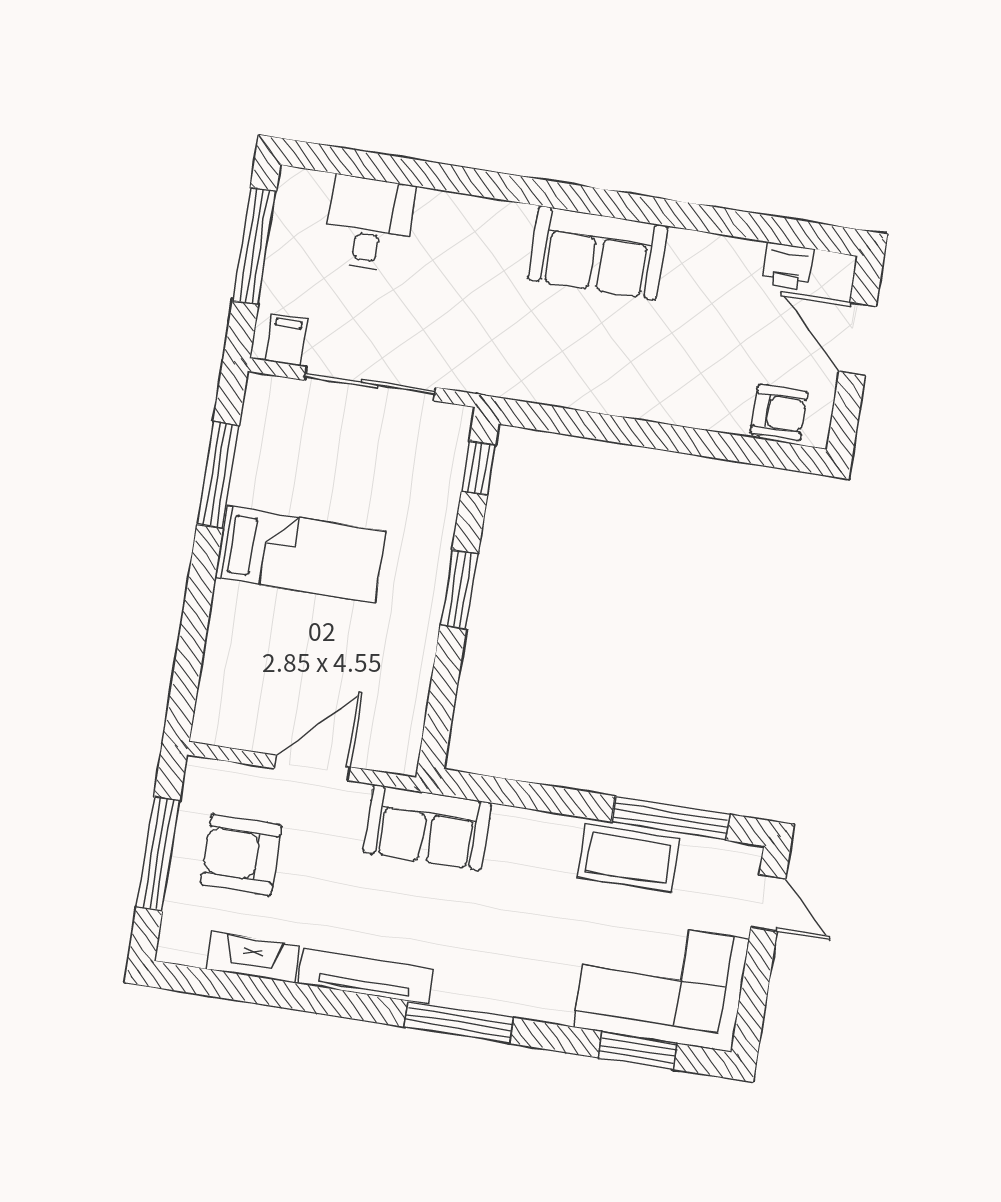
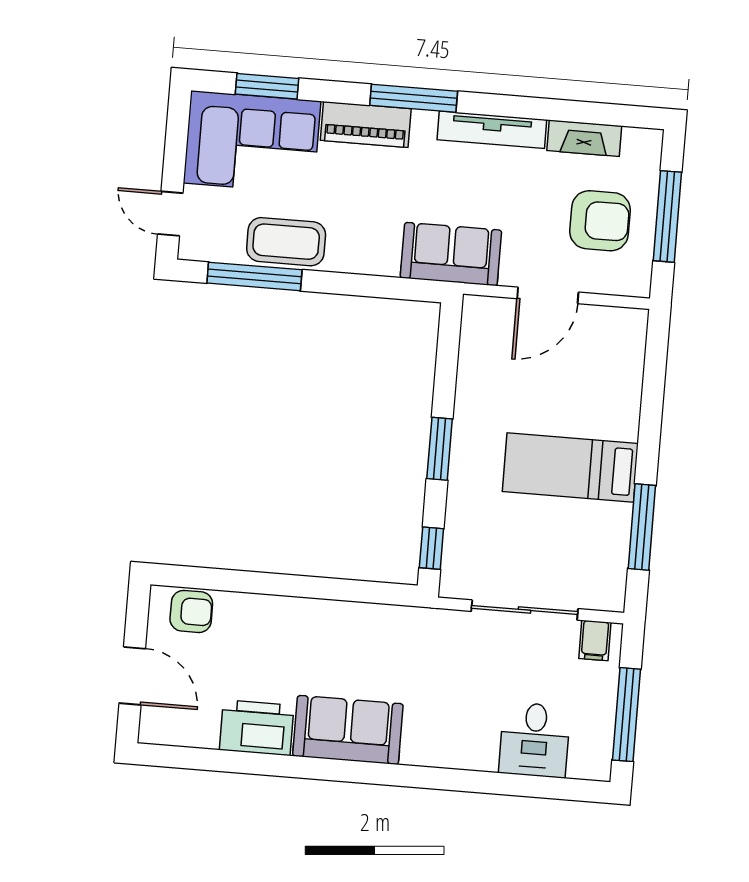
printer: (788, 266) -> (257, 728), moved, width x1.87, depth x1.48
armchair: (779, 413) -> (191, 611), turned 180
piano: (520, 994) -> (366, 124), added

